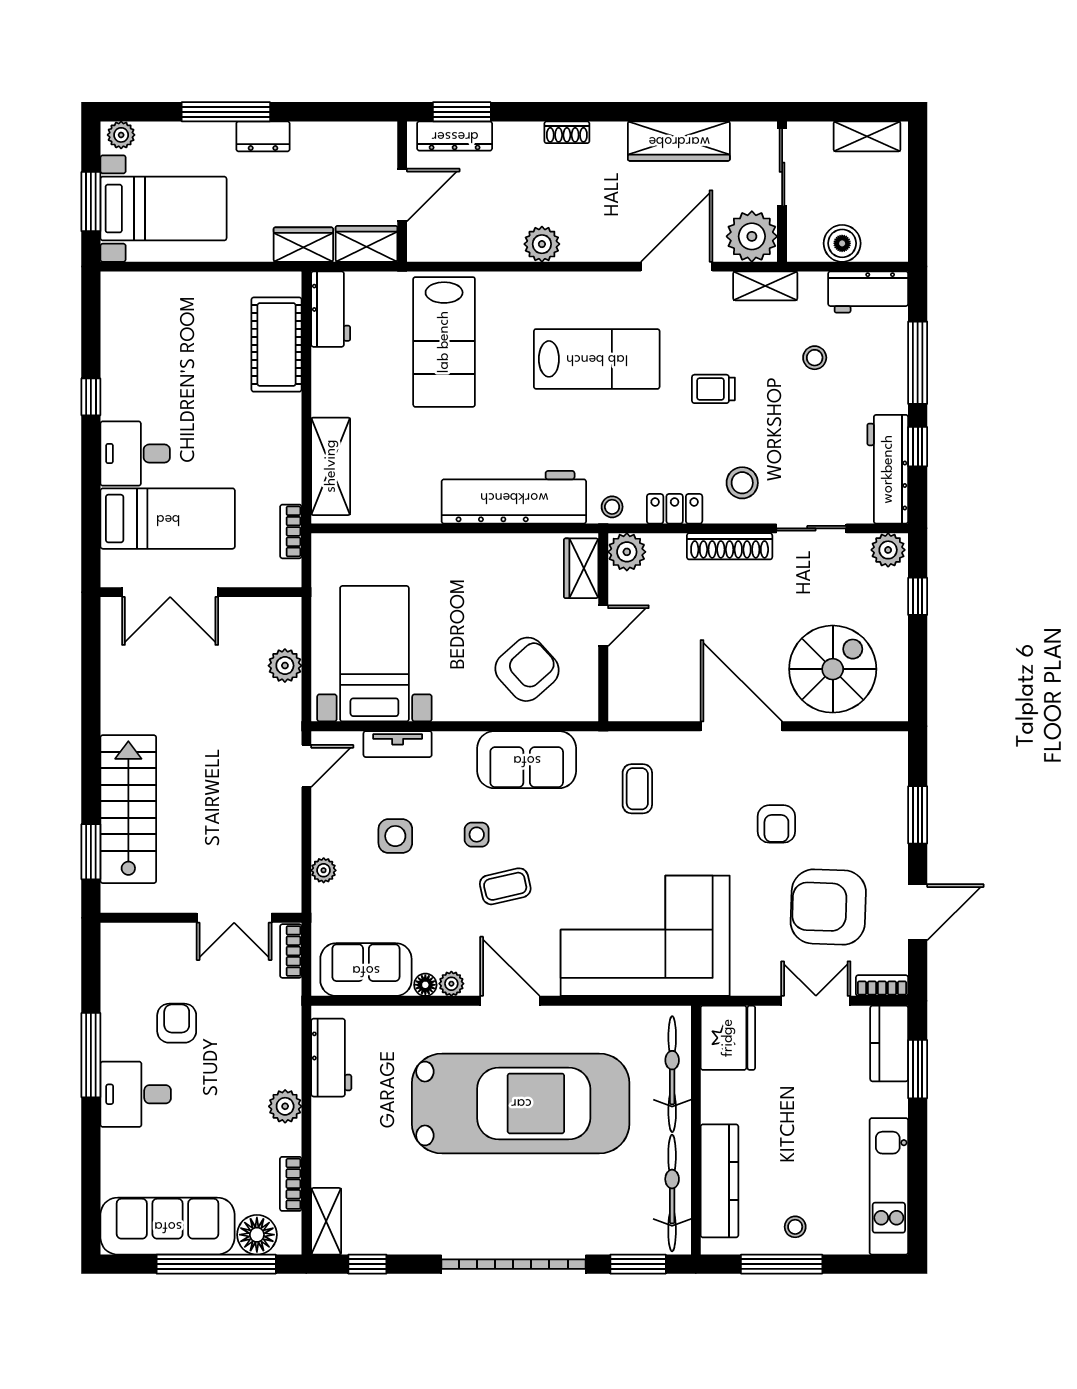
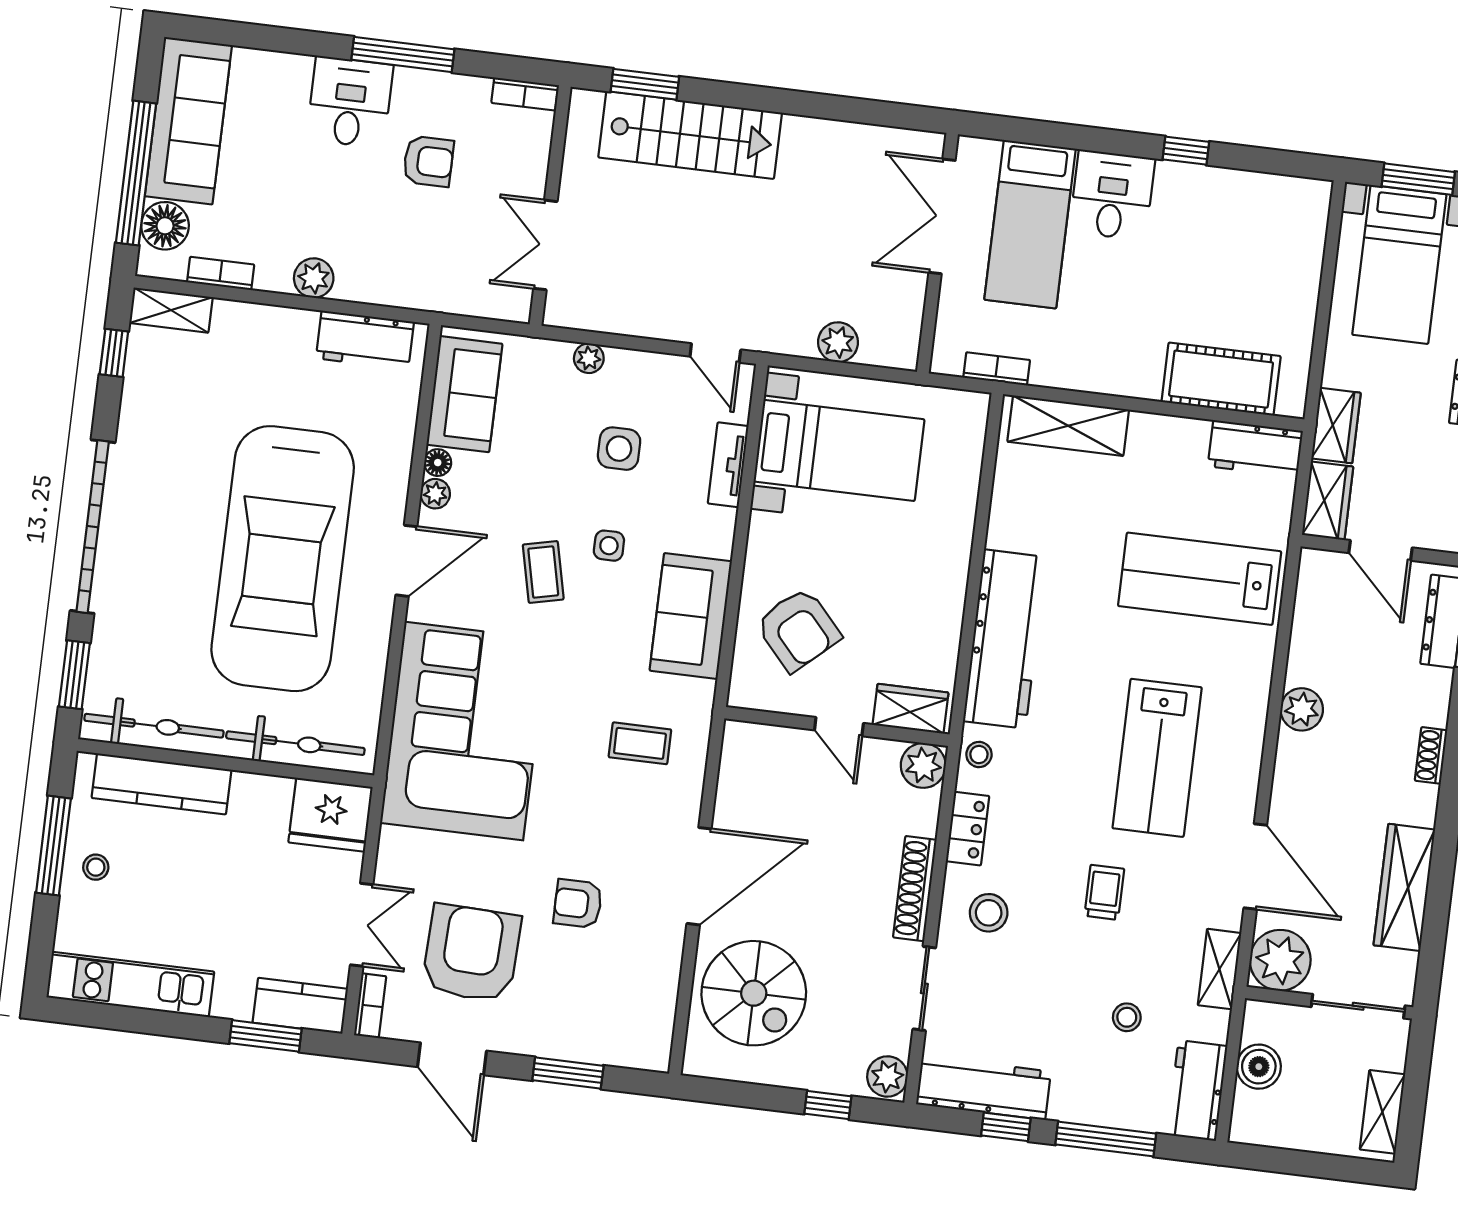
bookcase: (291, 951) -> (525, 94), moved, turned 180

